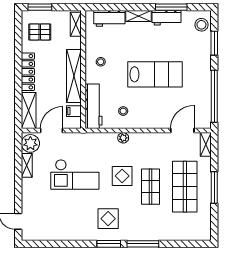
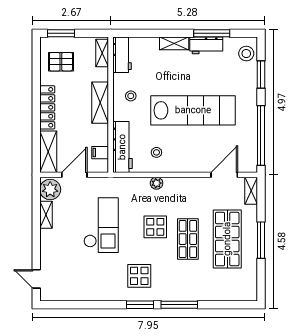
workbench: (109, 18) -> (122, 55), moved, turned -90
lab bench: (155, 74) -> (193, 110), width x1.36
shelving: (74, 76) -> (100, 103), width x0.68
checkout: (75, 174) -> (101, 225), turned -90

